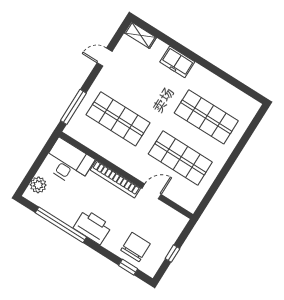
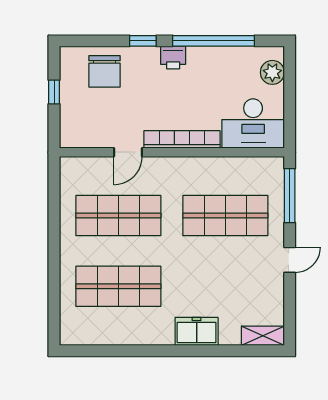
door: (105, 57) -> (290, 260), moved
printer: (93, 227) -> (173, 57), width x0.53, depth x0.68
window: (128, 267) -> (143, 41), moved

